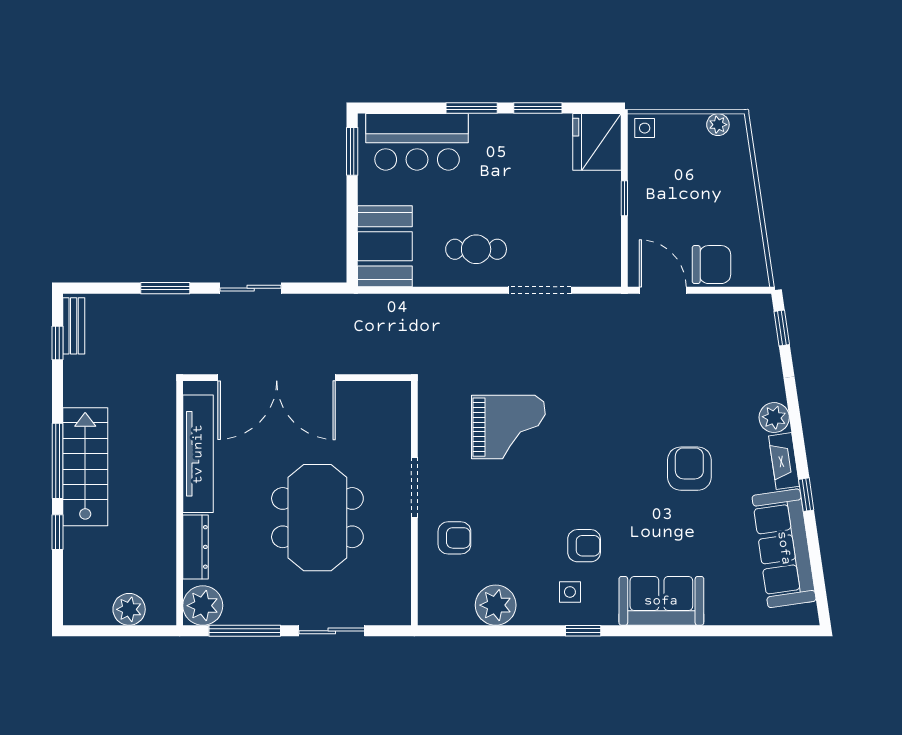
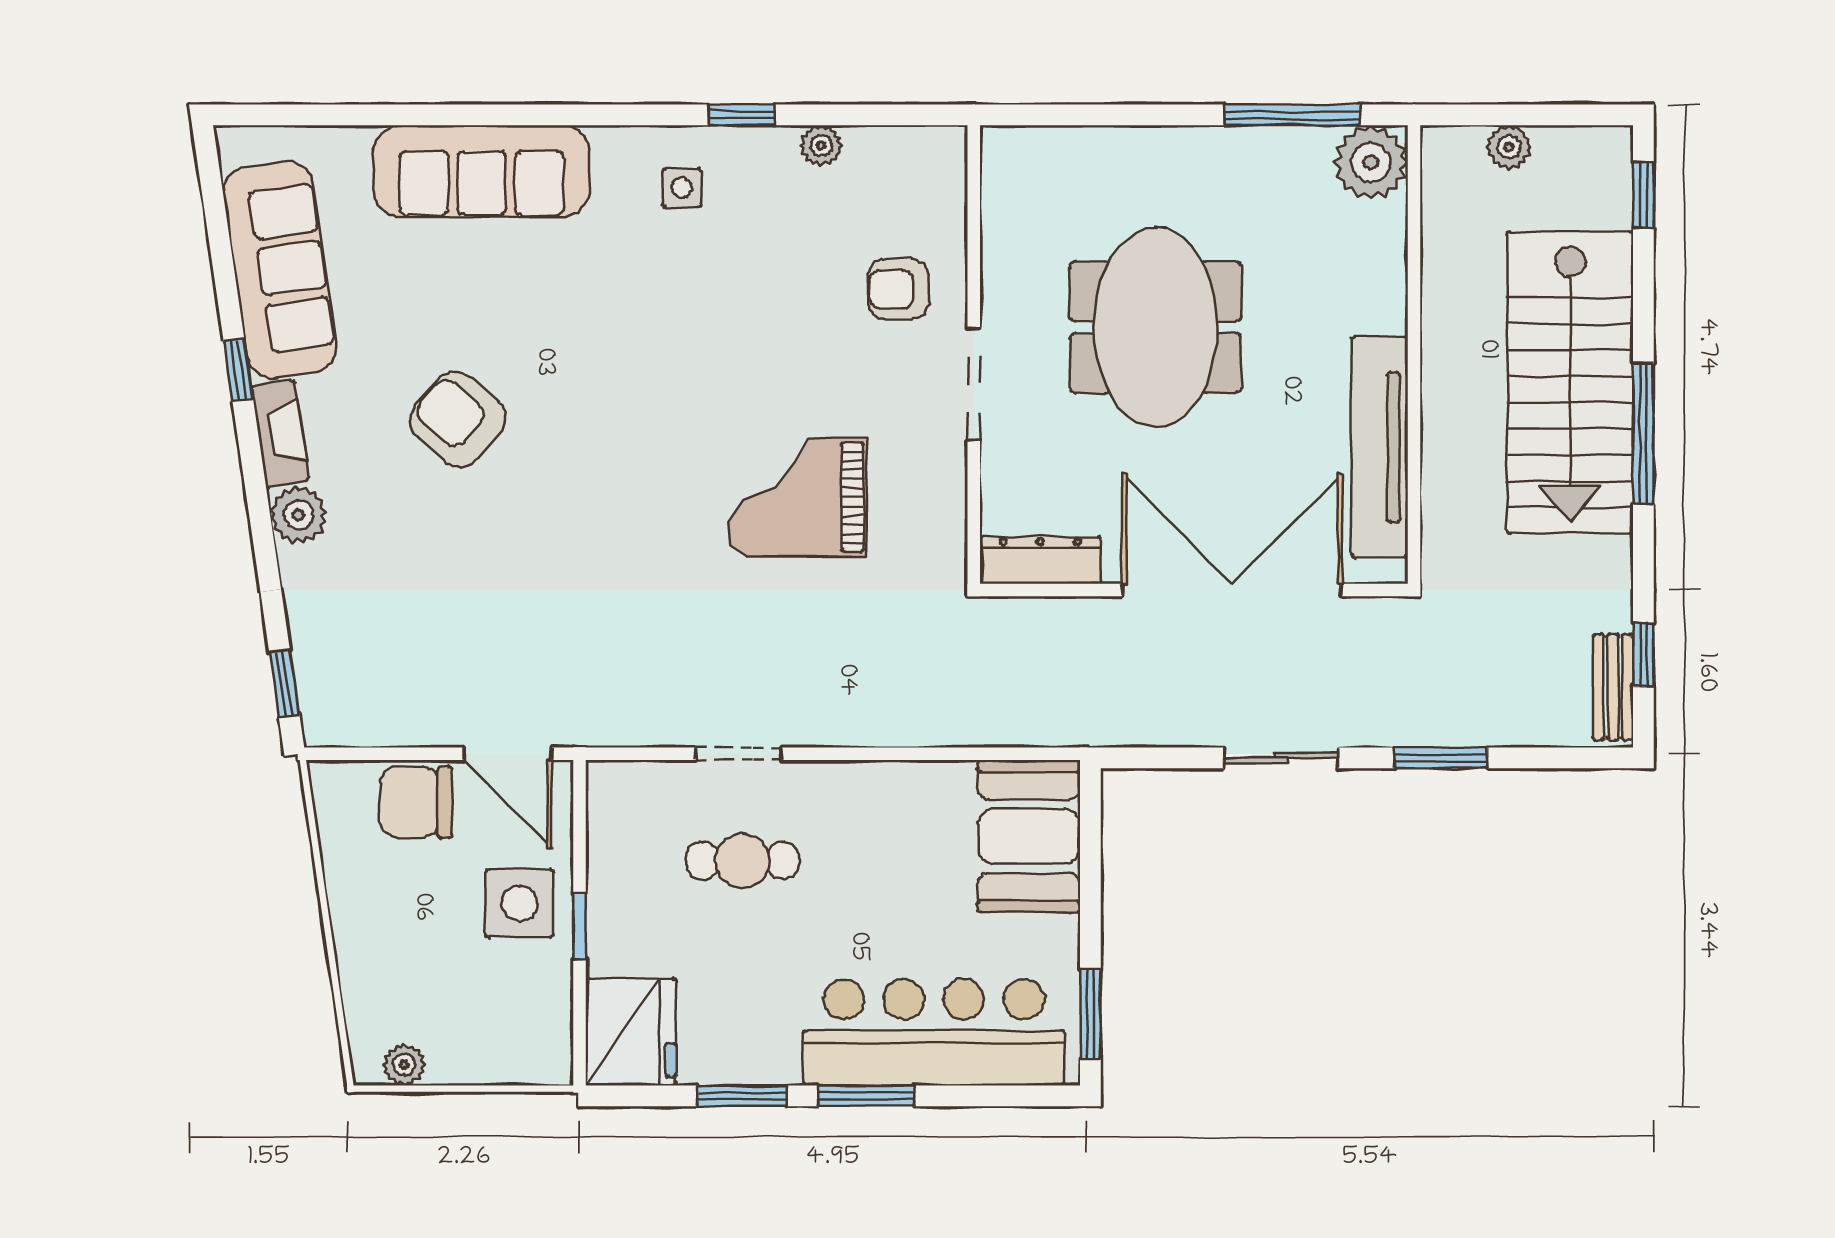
side table: (645, 128) -> (519, 903), moved, width x1.87, depth x1.87
bar counter: (417, 142) -> (934, 1032), width x1.36
cafe table: (476, 249) -> (742, 861), moved
doorway: (540, 290) -> (739, 754), width x0.73
stairs: (85, 467) -> (1570, 383), width x1.36, depth x1.51
armchair: (689, 469) -> (458, 419), turned 131
window: (57, 532) -> (1643, 195), moved
armchair: (584, 546) -> (655, 275), removed
dresser: (196, 547) -> (1040, 560), moved, turned 90
sofa: (661, 601) -> (482, 171), width x1.36
plant: (496, 605) -> (821, 145), width x0.53, depth x0.53
plant: (129, 609) -> (1509, 147), width x0.73, depth x0.73
sliding door: (332, 631) -> (1129, 115), removed
window: (583, 631) -> (741, 115), moved

